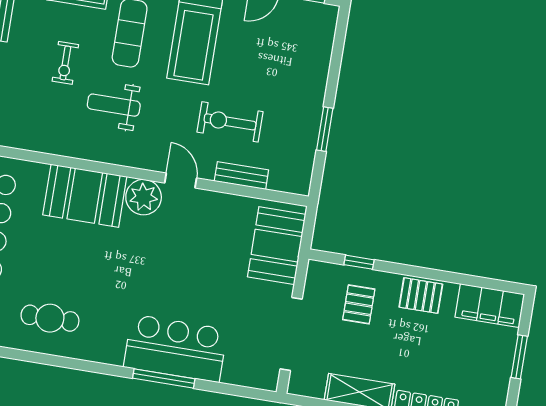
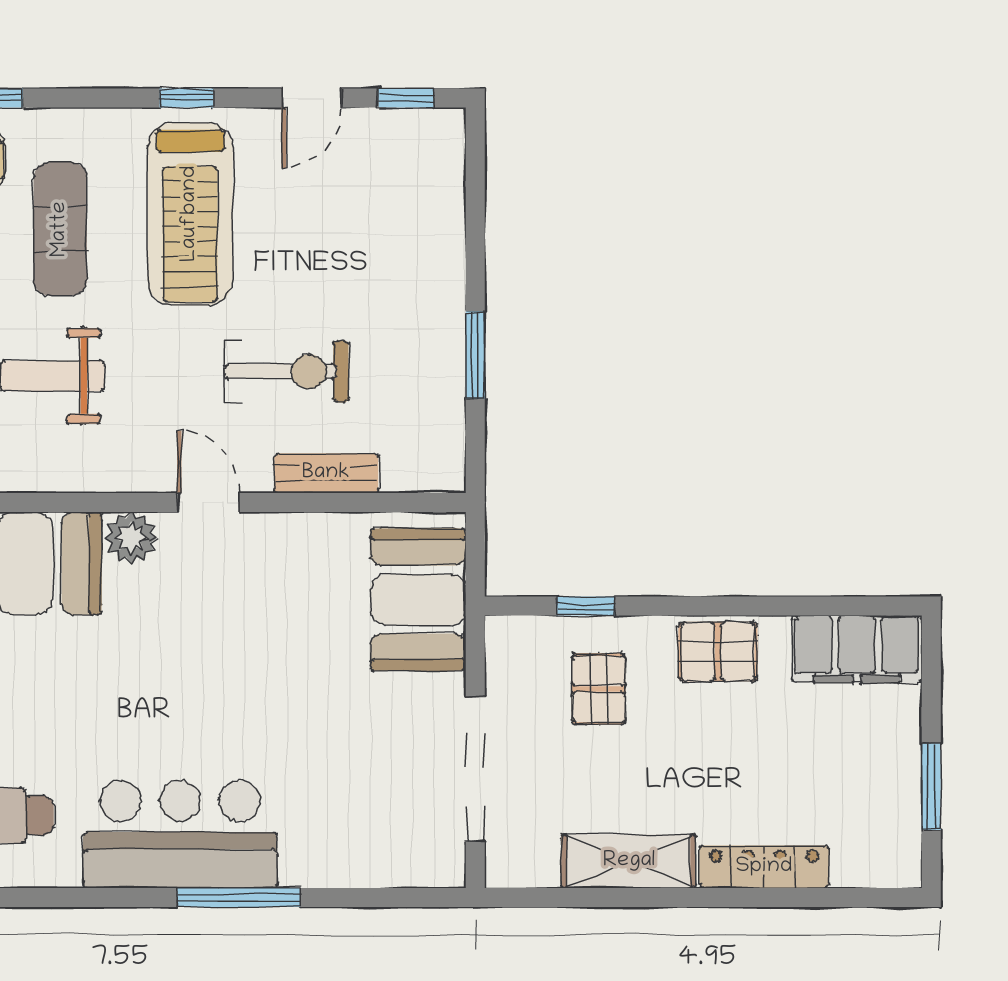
exercise bike: (230, 122) -> (287, 371), turned 180
plant: (144, 197) -> (131, 538), width x0.73, depth x0.73
bar counter: (175, 348) -> (180, 834), moved
window: (519, 357) -> (931, 787), moved

